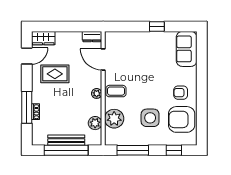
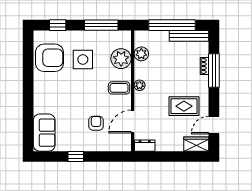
door: (103, 59) -> (133, 121), swing flipped
armchair: (181, 93) -> (96, 123), moved, turned -90
bench: (66, 140) -> (189, 36), moved

